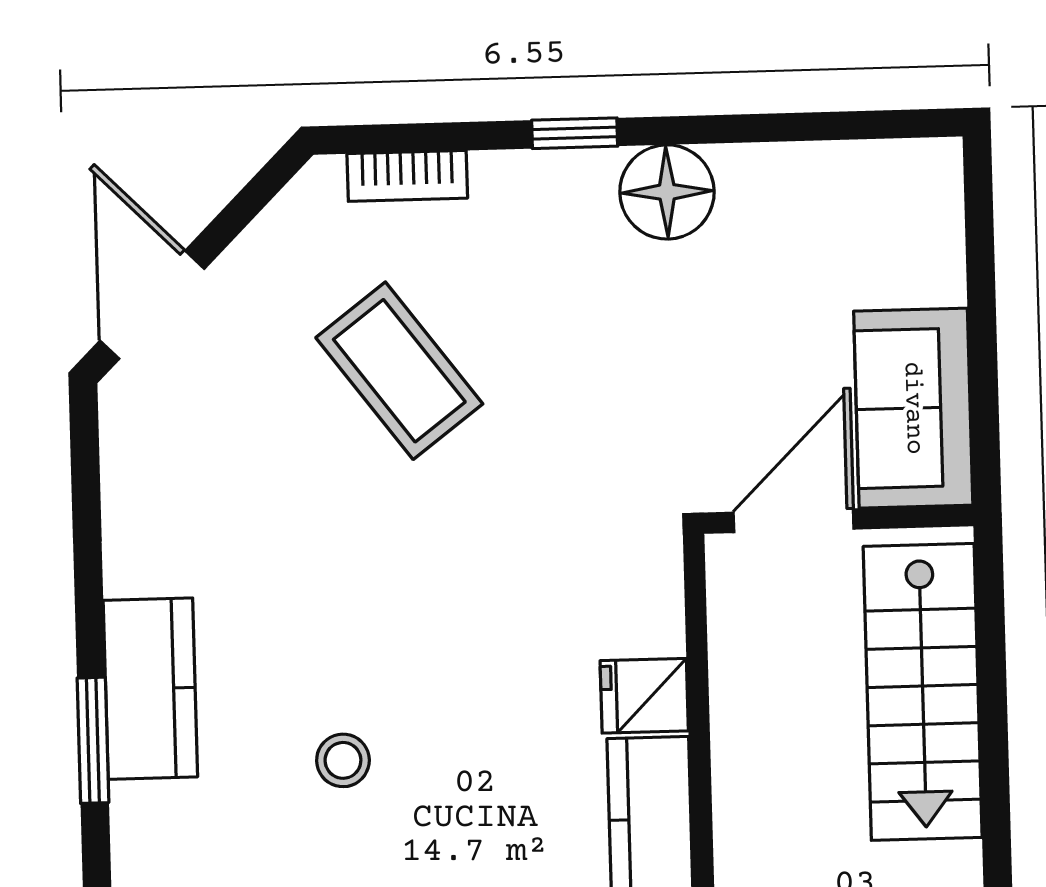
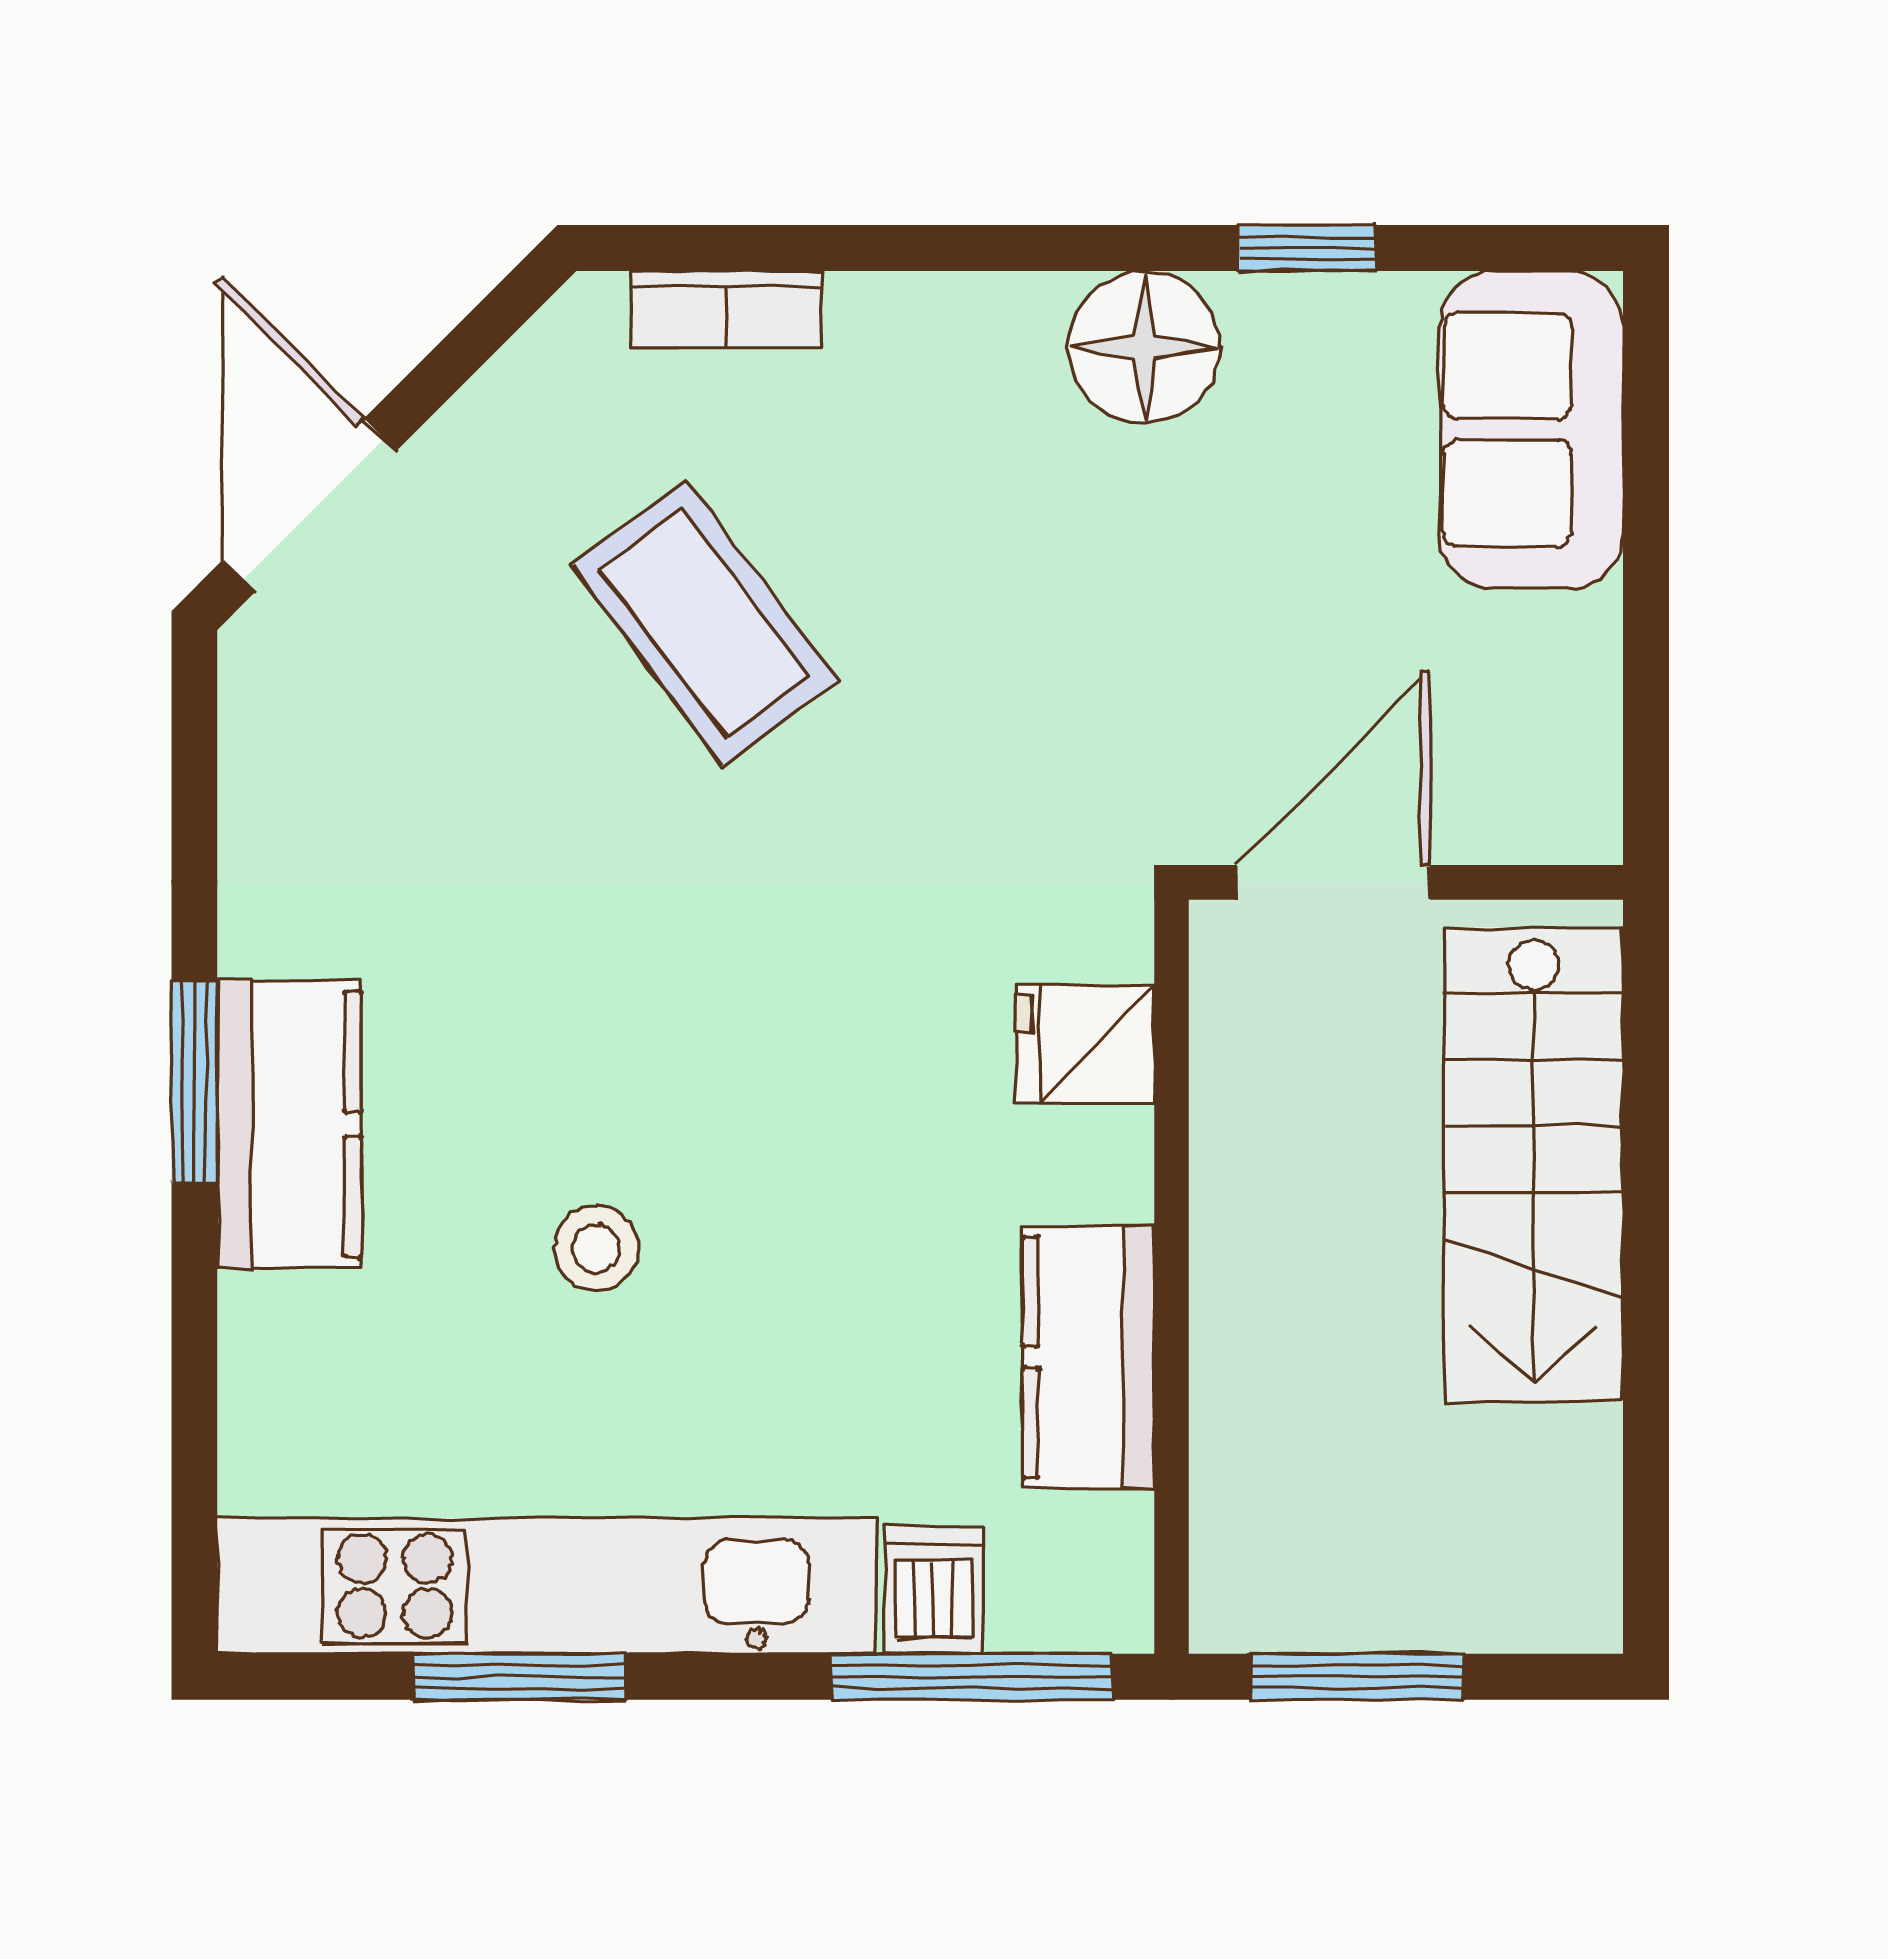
window: (575, 133) -> (1307, 248), moved
sofa: (913, 408) -> (1531, 430), moved
fridge: (644, 696) -> (1085, 1044), moved
window: (93, 740) -> (194, 1082), moved

